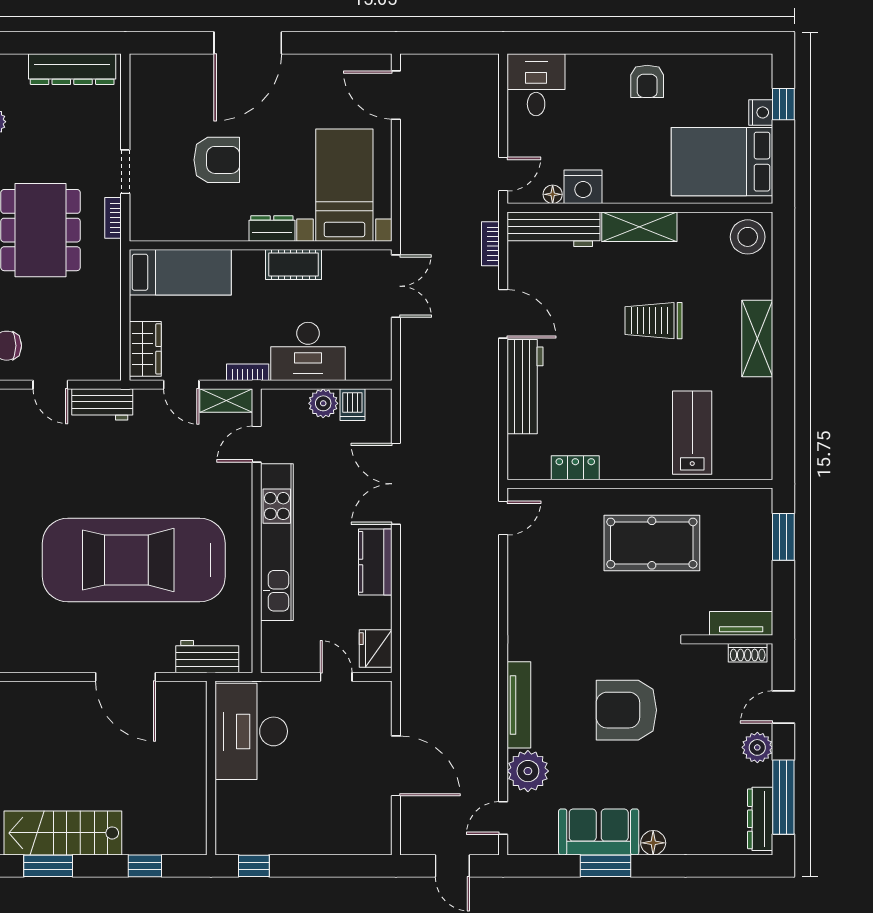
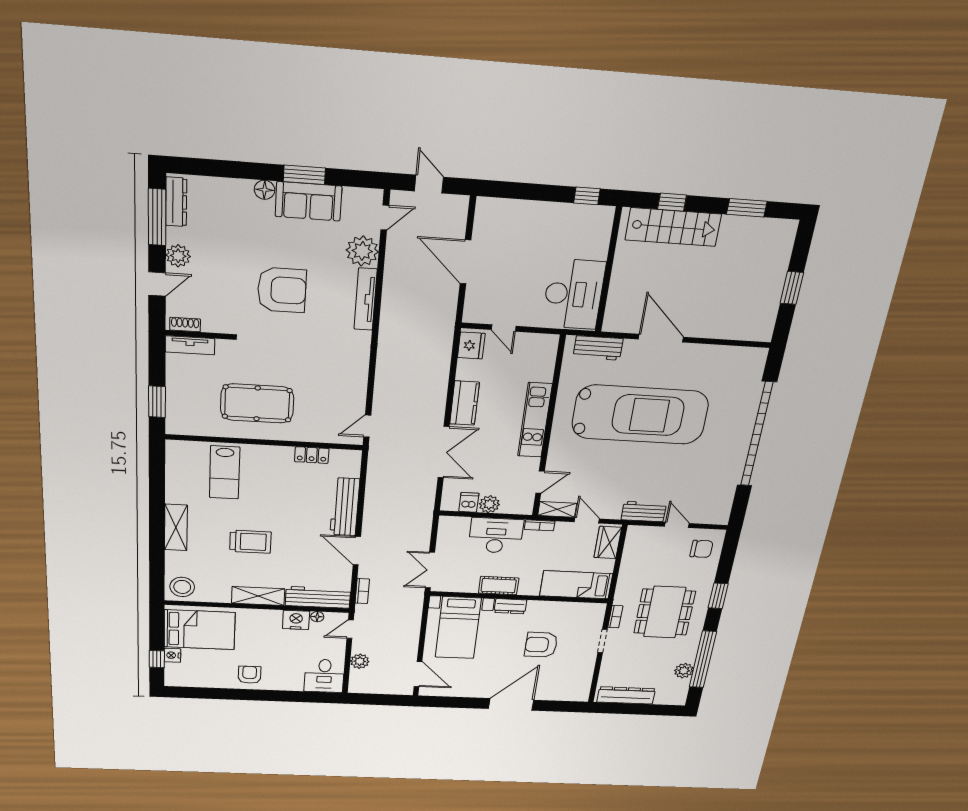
plant: (485, 115) -> (360, 661), added
kitchen unit: (277, 542) -> (535, 420), width x0.73
stairs: (63, 833) -> (673, 227), moved

